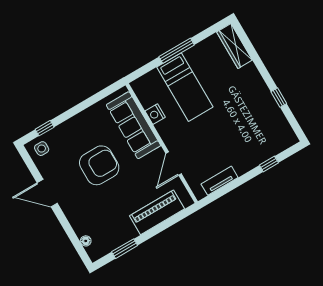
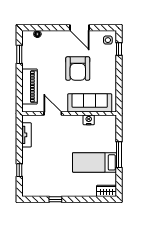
wardrobe: (234, 46) -> (106, 191), width x0.67
bed: (185, 87) -> (94, 162), moved
door: (47, 193) -> (79, 28), swing flipped

